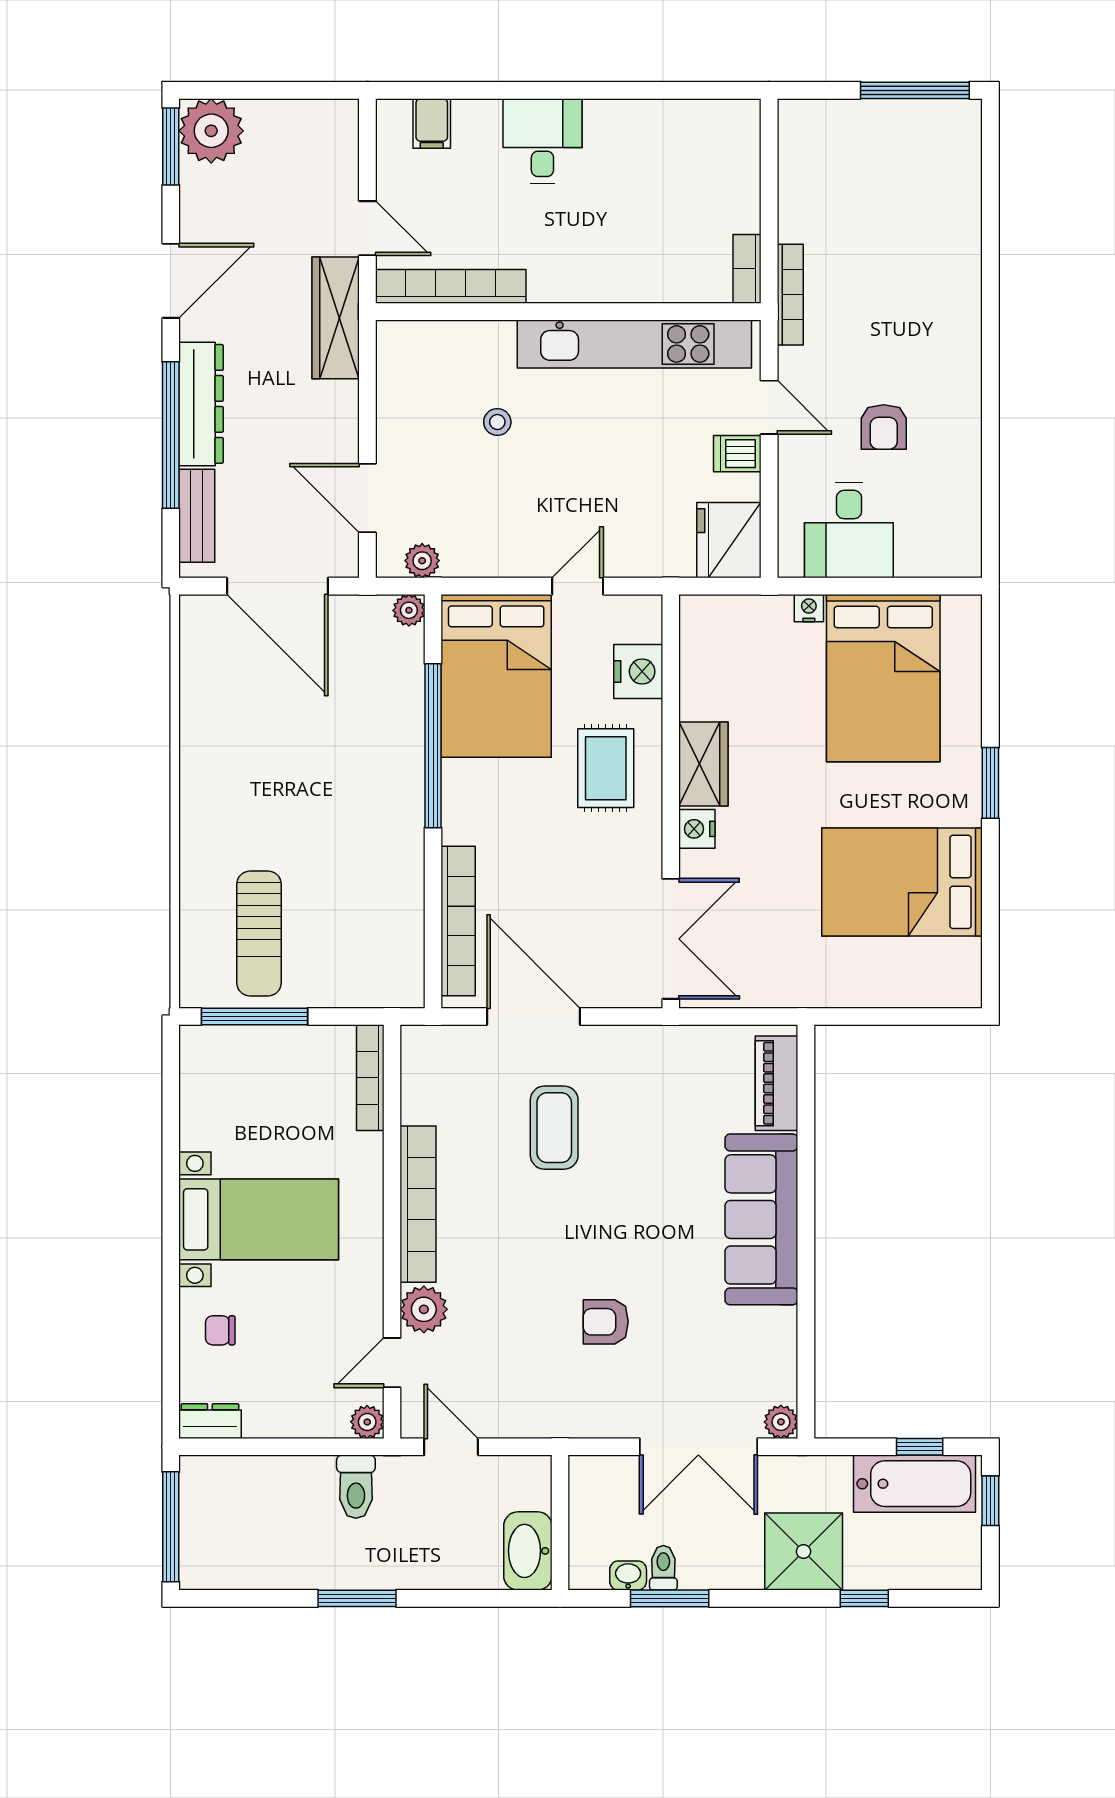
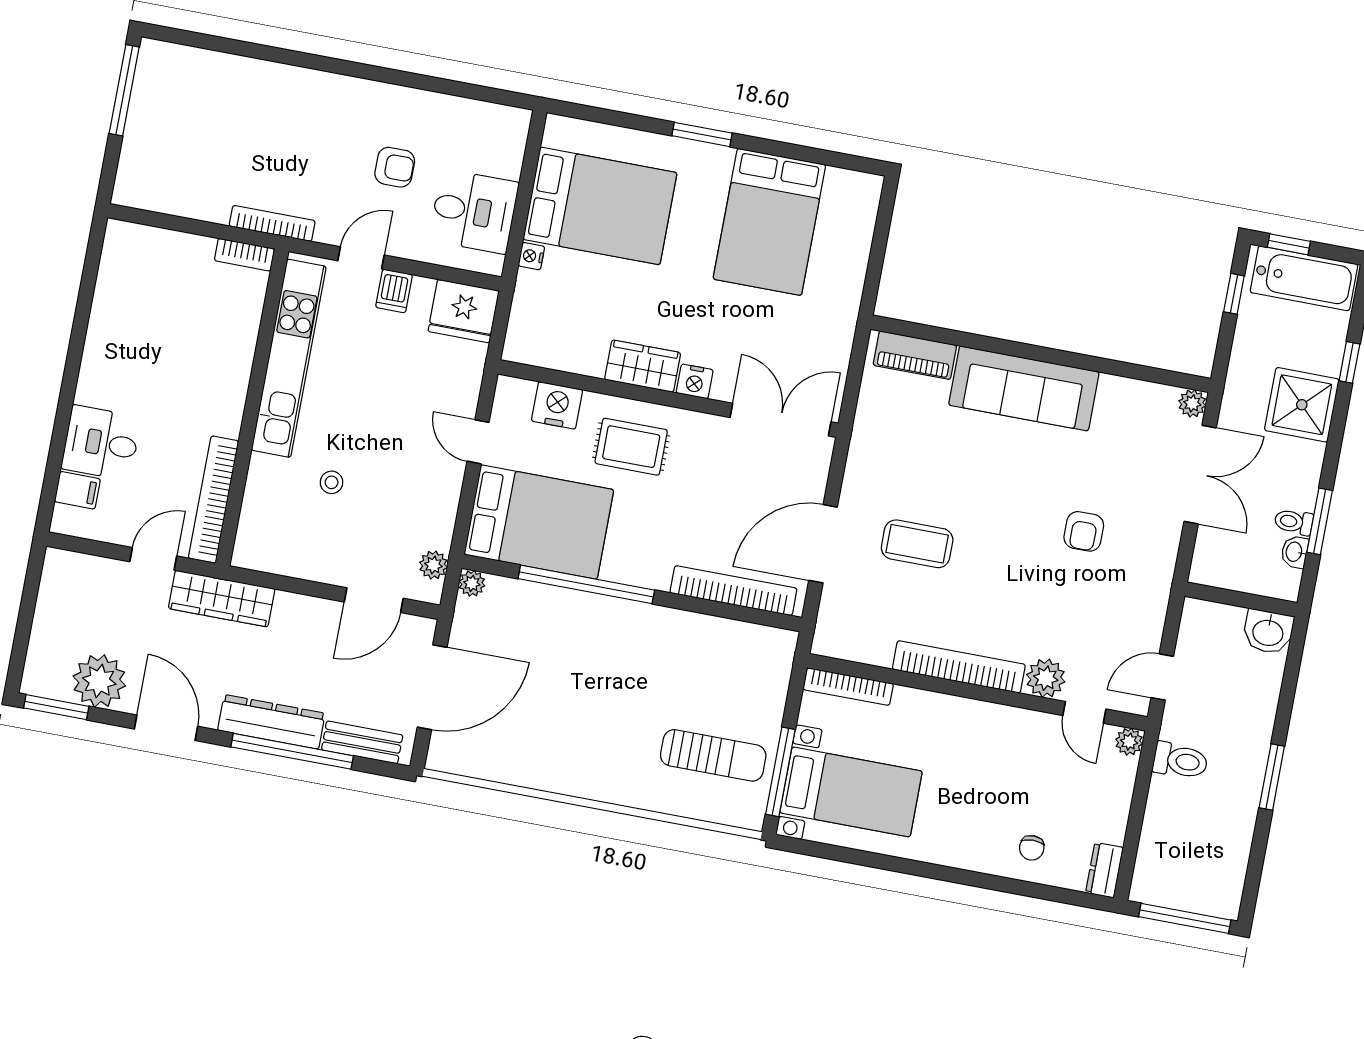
plant: (211, 131) -> (99, 681), moved
desk: (542, 141) -> (101, 443), moved
bed with nightstands: (259, 1219) -> (851, 792), moved, turned 90
bathtub: (915, 1484) -> (1304, 278), moved, turned 90
washbasin: (528, 1551) -> (1268, 632), width x0.72

